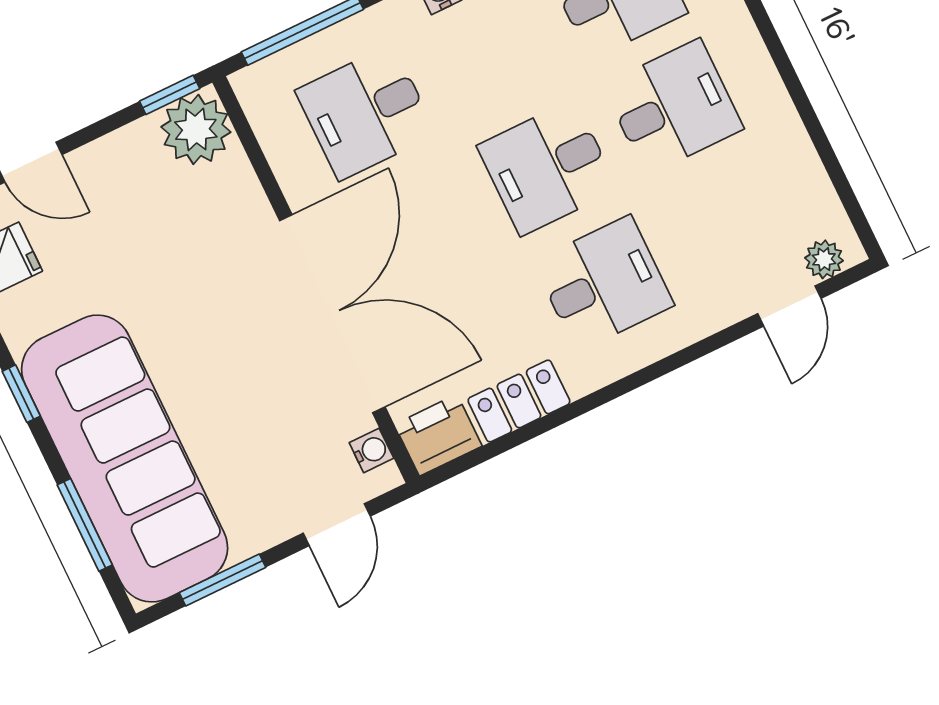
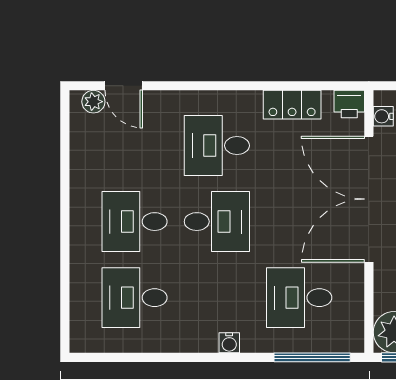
desk: (366, 112) -> (299, 298), turned 180
door: (789, 306) -> (124, 86), swing flipped
printer: (438, 435) -> (349, 104), width x0.73, depth x0.81

